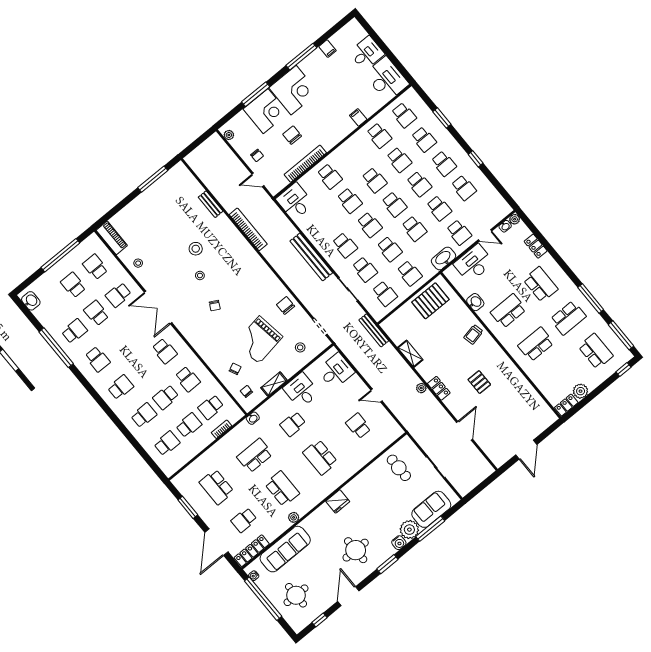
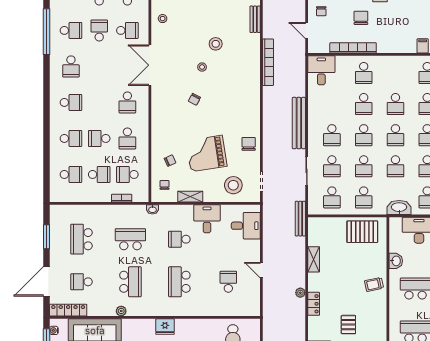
school desk: (118, 295) -> (127, 30), turned 180
stool: (300, 347) -> (233, 185), width x1.89, depth x1.89

